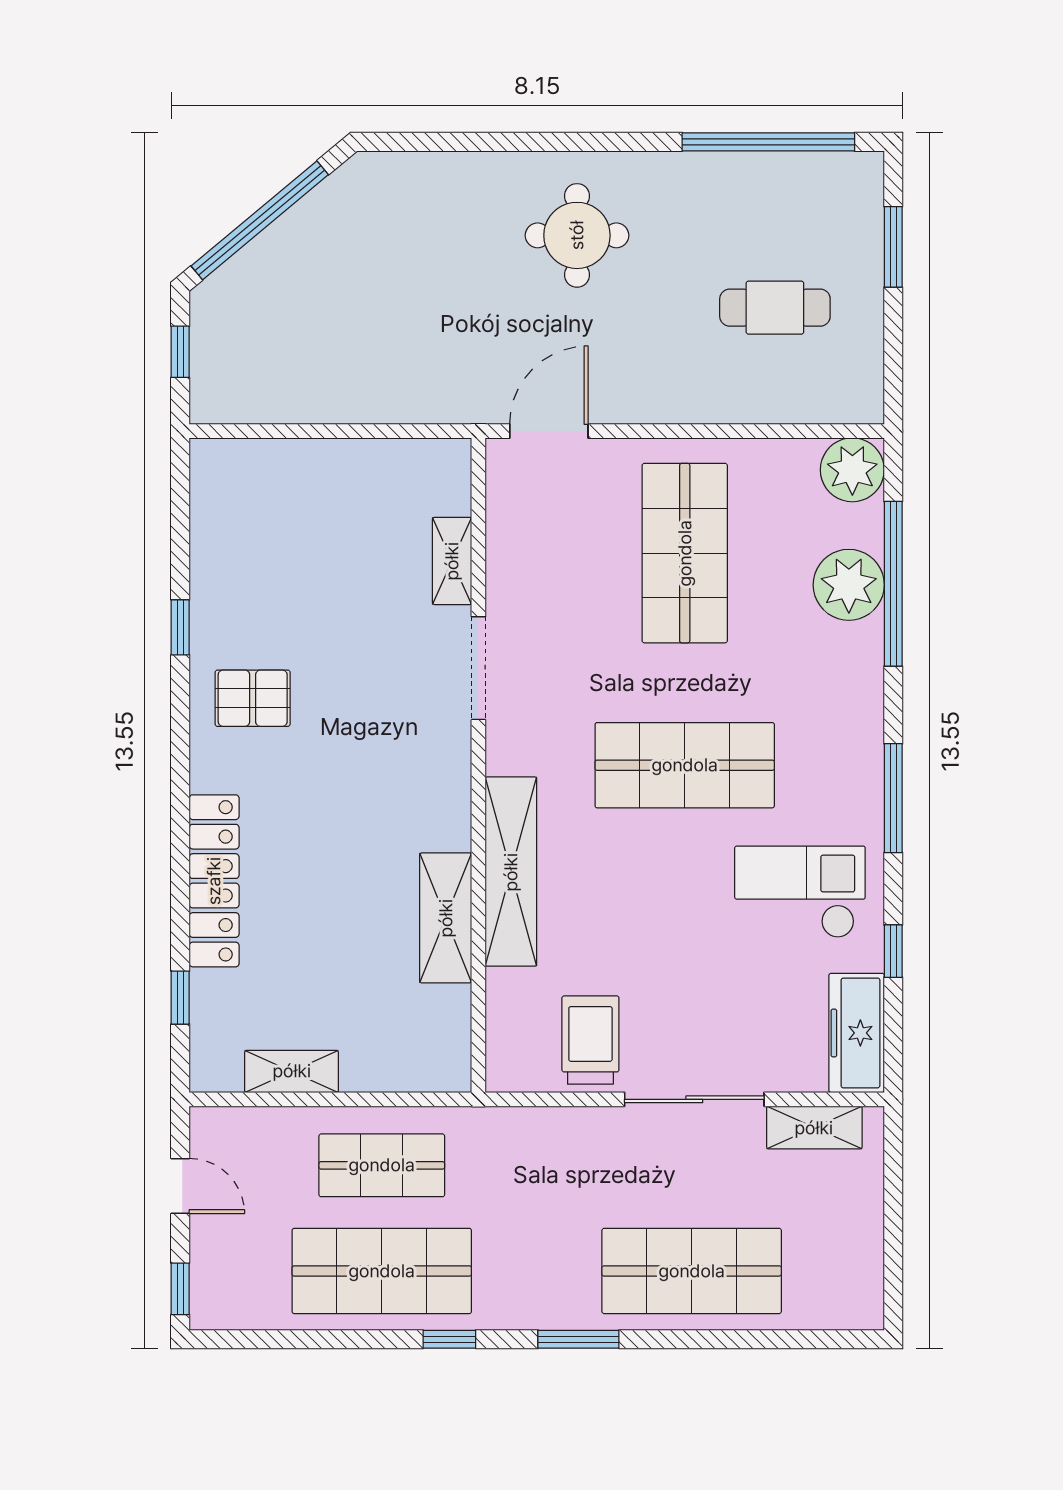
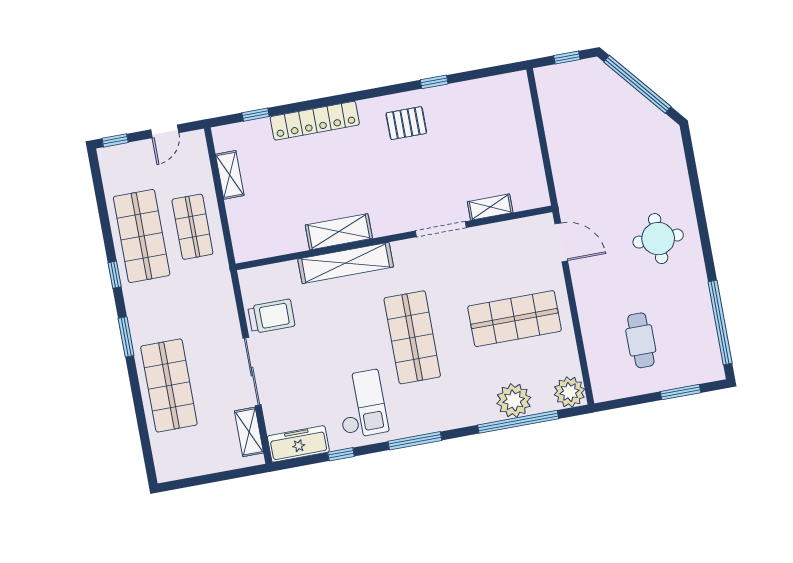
pallet: (253, 698) -> (406, 123), turned 90
shelving: (446, 918) -> (339, 232), moved

